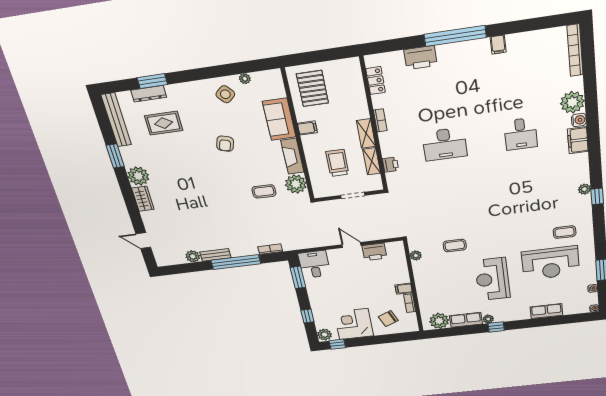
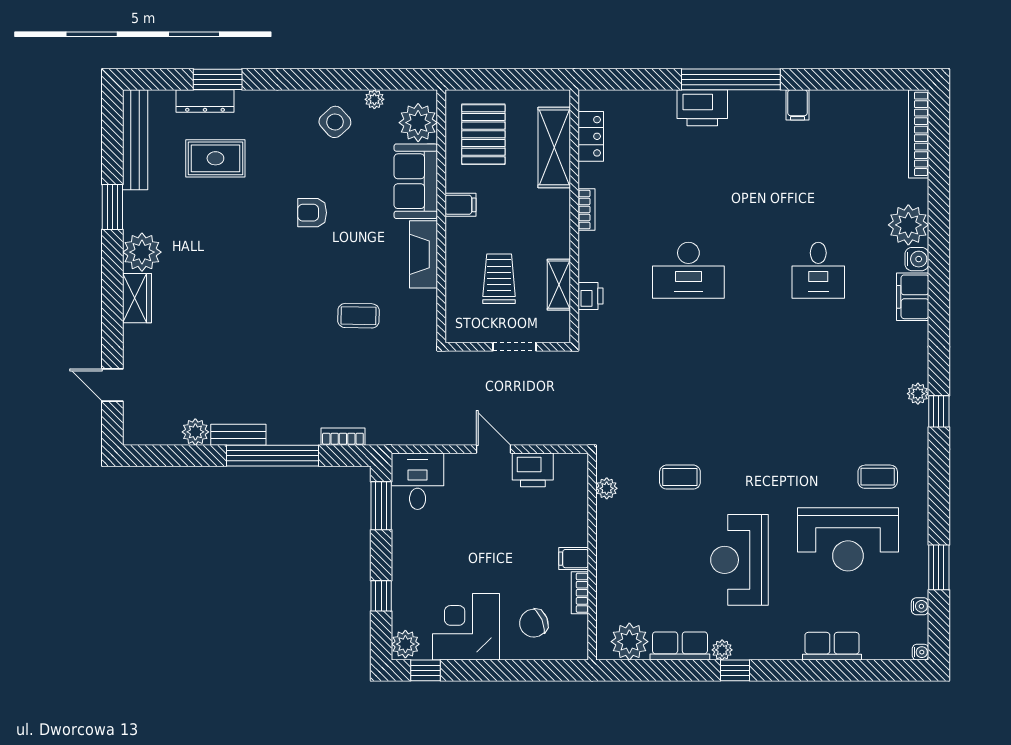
printer: (421, 58) -> (702, 108), moved
shelving: (366, 133) -> (554, 147), moved, width x1.50, depth x1.33
armchair: (225, 144) -> (312, 213), turned 74
plant: (296, 184) -> (418, 123), moved

